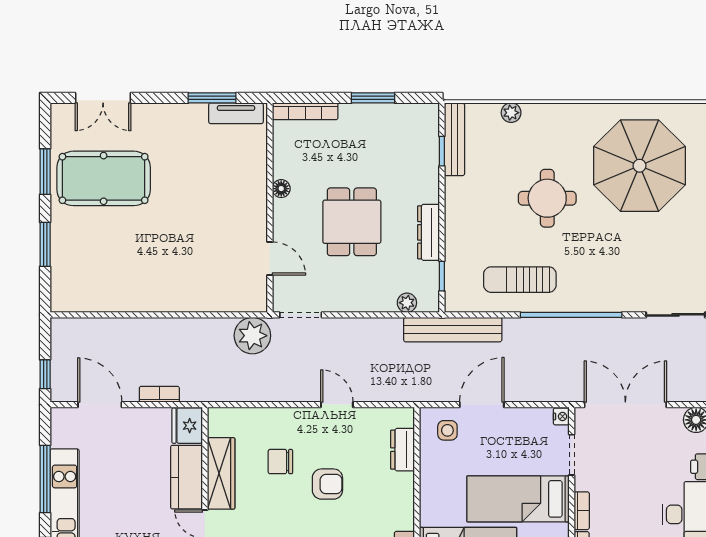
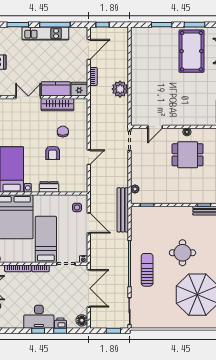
dining table: (352, 222) -> (188, 155), moved
dresser: (428, 232) -> (167, 199), removed
sun lounger: (520, 280) -> (147, 270), moved
plant: (252, 336) -> (120, 89), moved
dresser: (403, 450) -> (49, 187), moved

